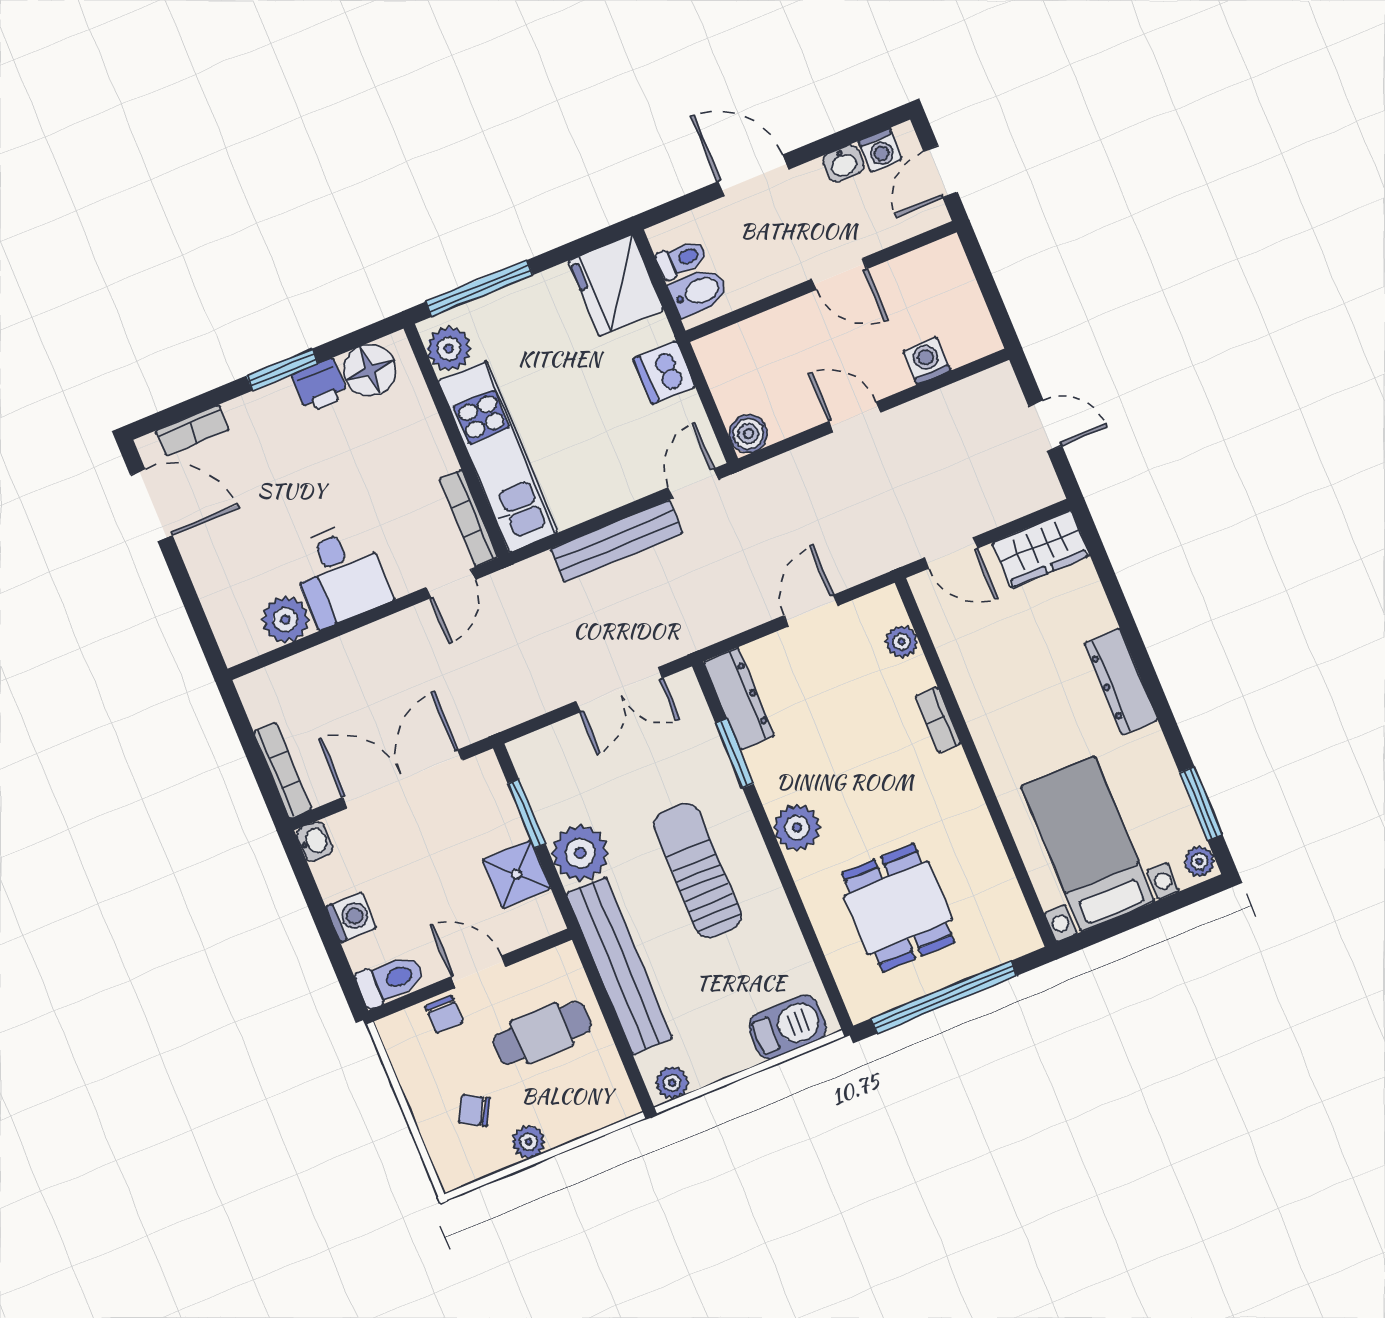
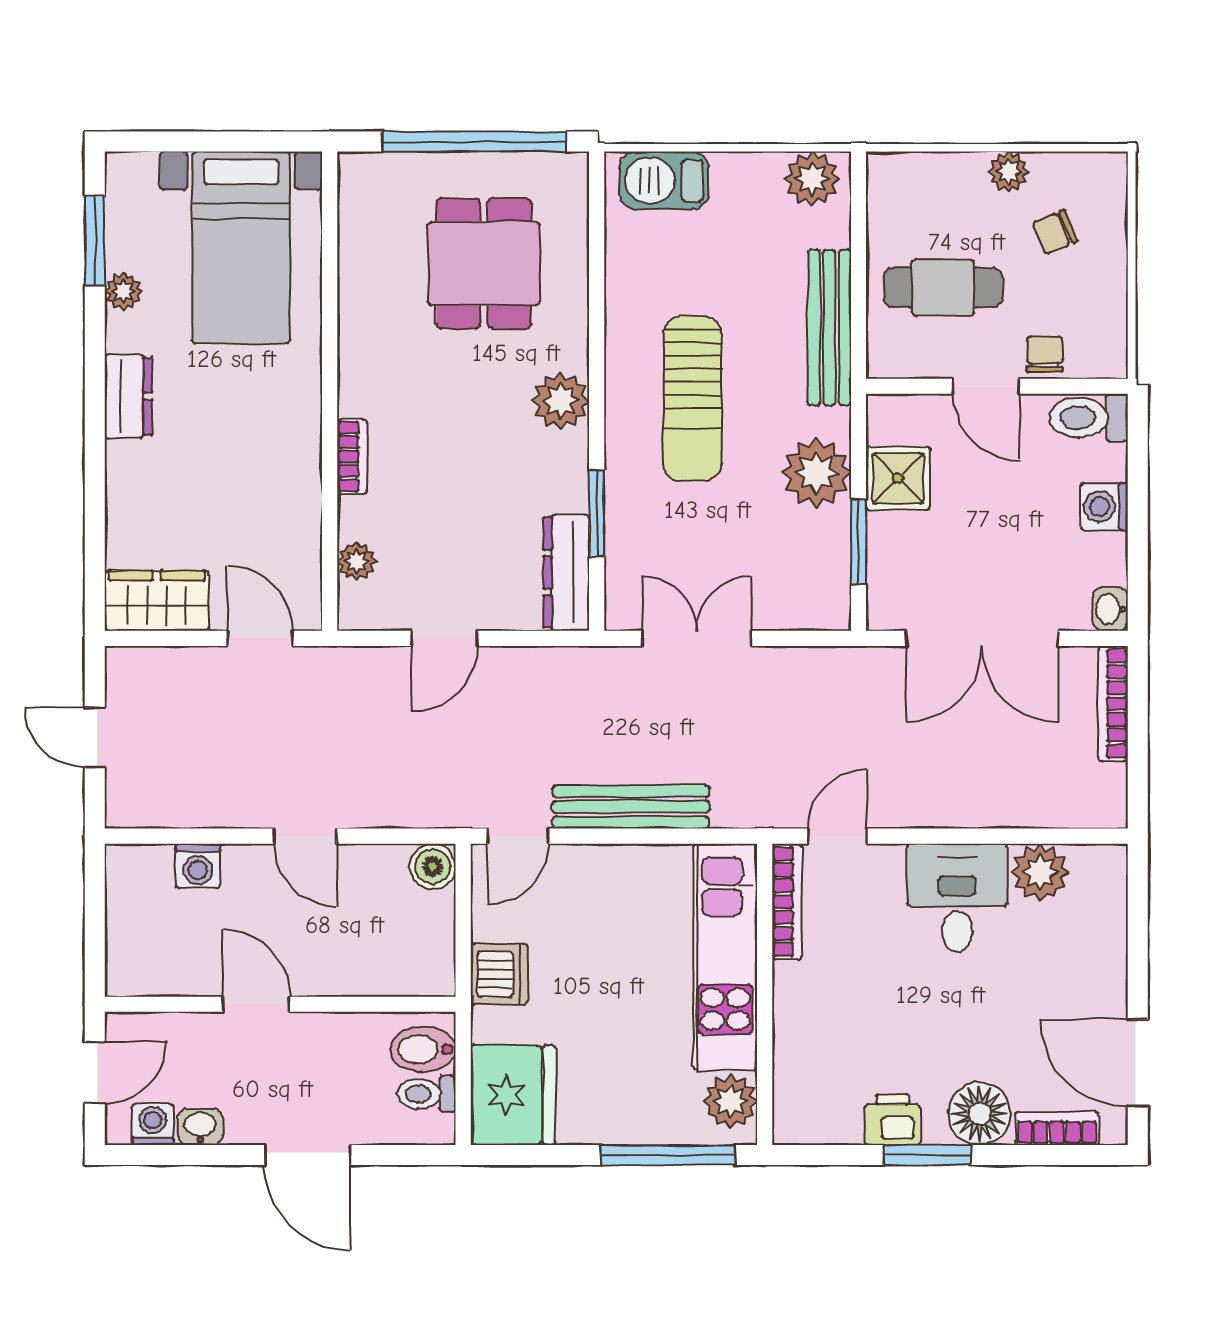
floor lamp: (370, 370) -> (980, 1114), moved
dresser: (1121, 682) -> (128, 396), width x0.70
plant: (1199, 861) -> (123, 291), moved
bench: (619, 966) -> (829, 328), width x0.73, depth x0.82
plant: (672, 1083) -> (812, 179), width x1.38, depth x1.38
chair: (474, 1110) -> (1055, 232), turned 128

